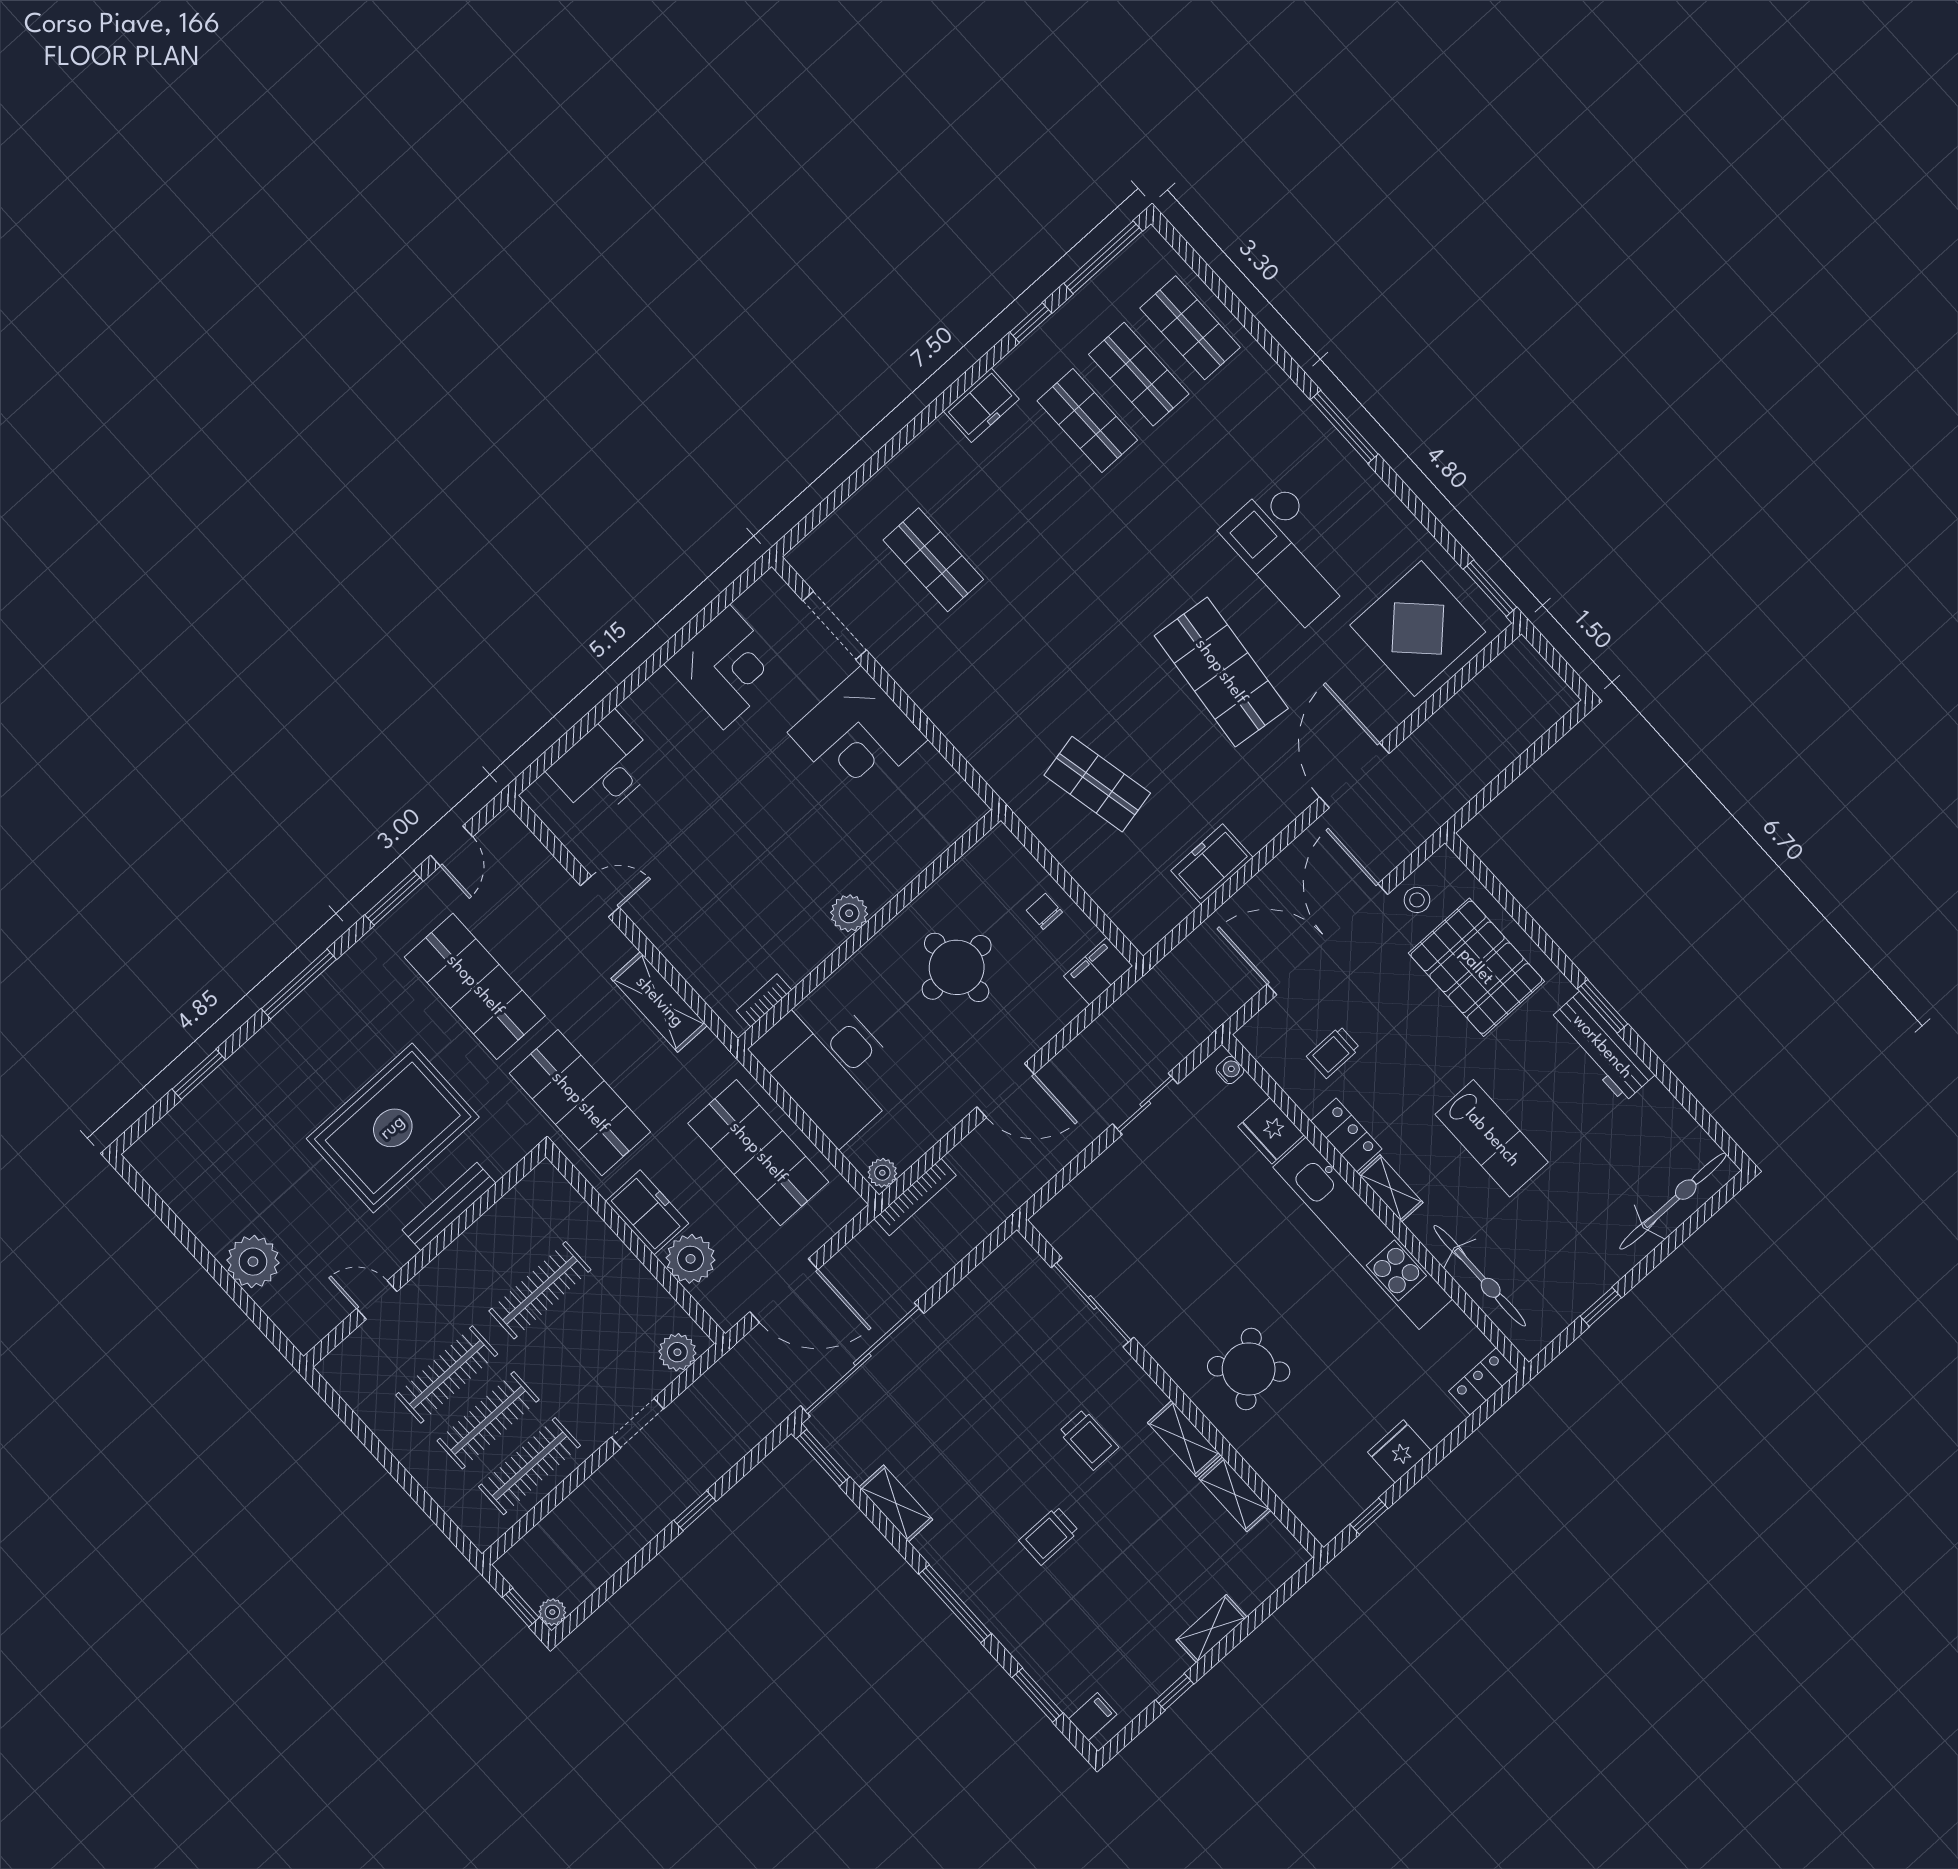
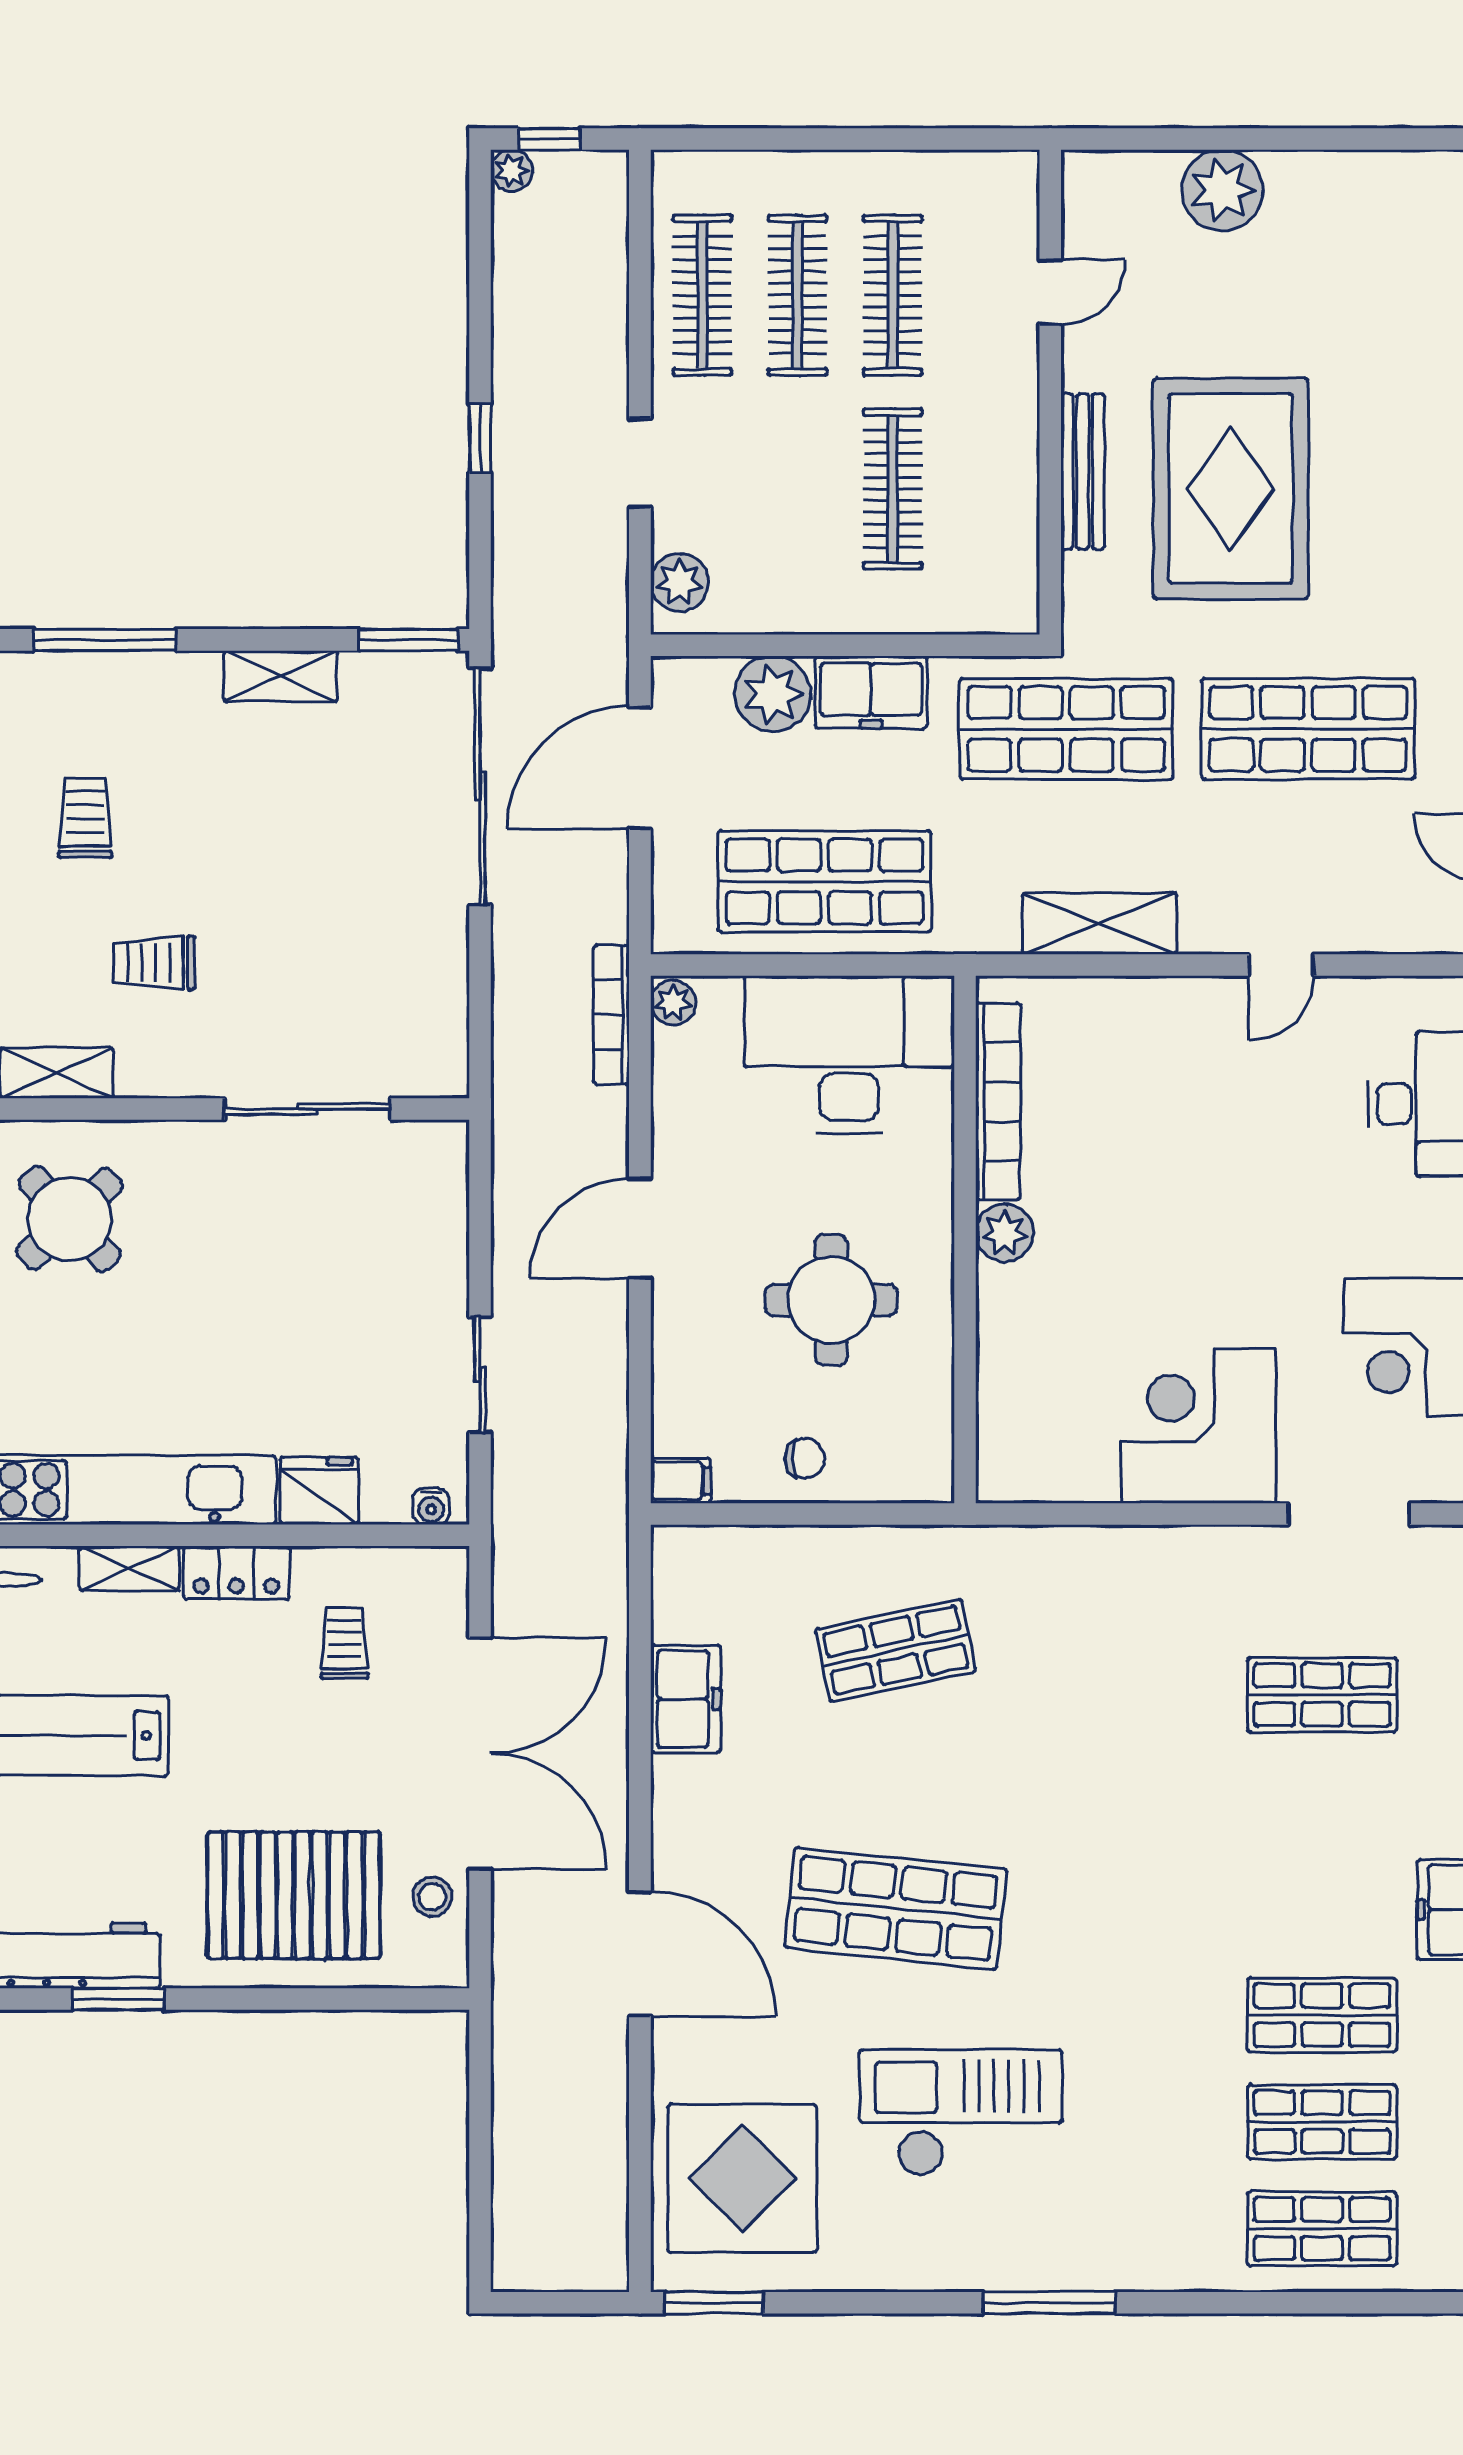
filing cabinet: (1098, 971) -> (681, 1481), width x0.50
bookcase: (764, 1000) -> (998, 1101), width x2.31, depth x1.31

